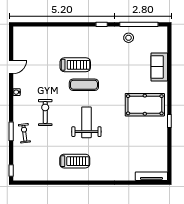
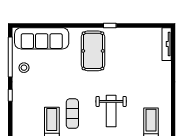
sofa: (159, 67) -> (42, 38), width x1.85, depth x1.27
weight bench: (86, 122) -> (111, 111), turned -90

